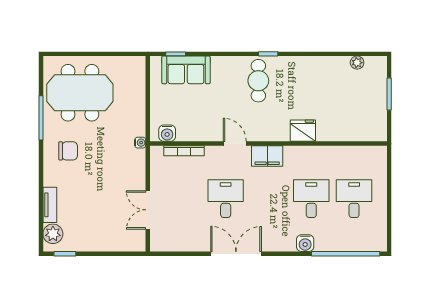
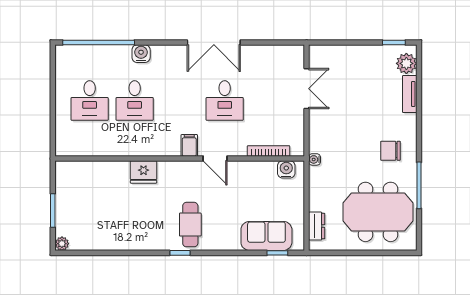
plant: (357, 63) -> (62, 244), moved
dresser: (138, 79) -> (317, 226), added
filing cabinet: (267, 156) -> (189, 145), width x0.50

